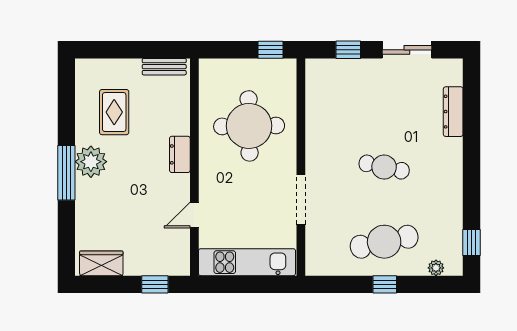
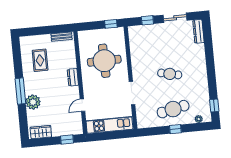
dresser: (453, 112) -> (198, 31), moved
plant: (91, 162) -> (33, 102), moved

